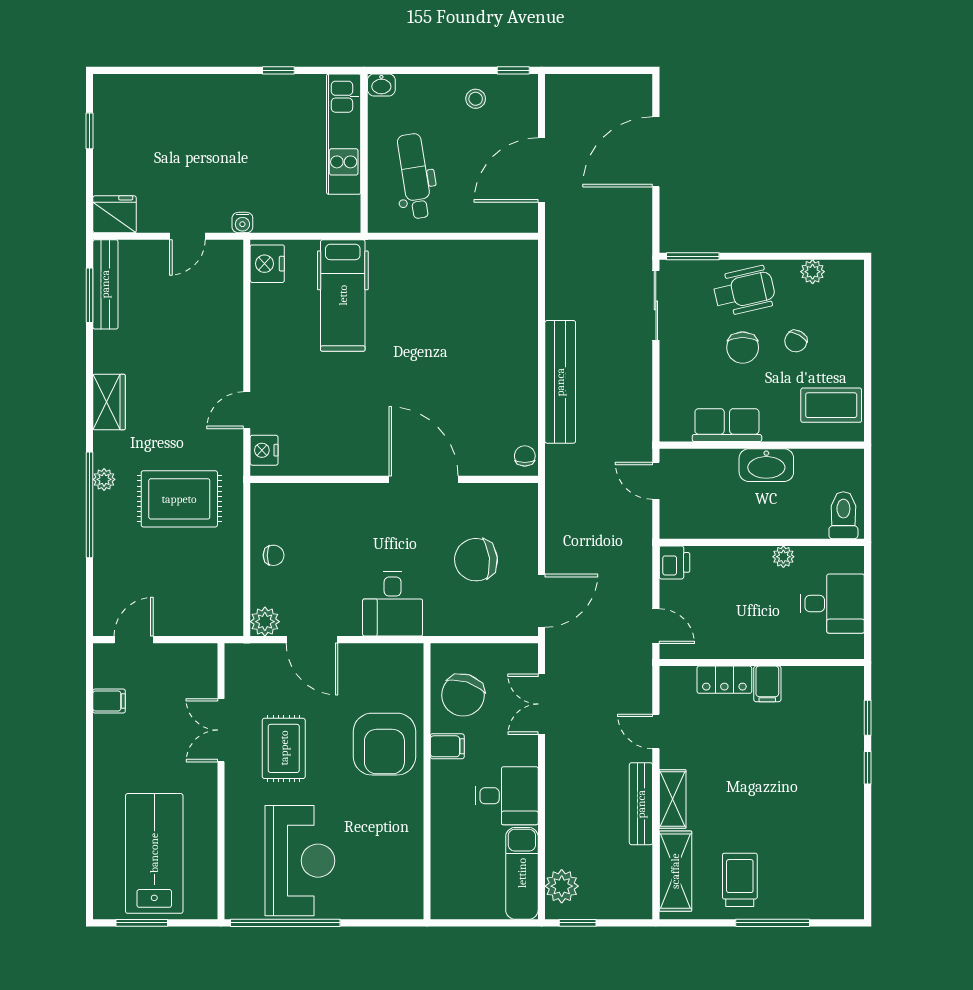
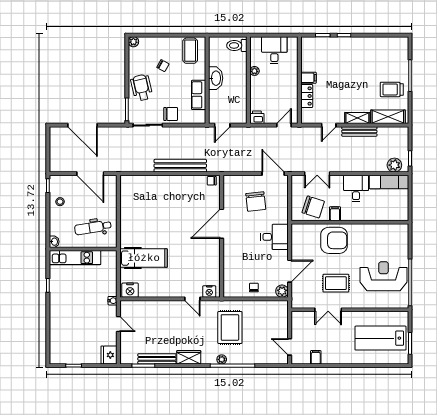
plant: (813, 272) -> (133, 42), moved
bench: (105, 284) -> (157, 359), moved
chair: (743, 348) -> (171, 114), moved

